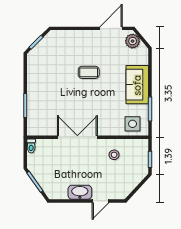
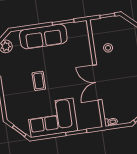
corner sofa: (46, 81) -> (52, 118), added
sofa: (137, 85) -> (43, 37), width x1.36
side table: (133, 124) -> (78, 36), removed

